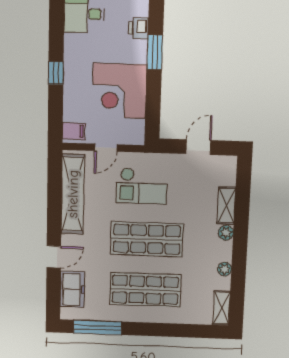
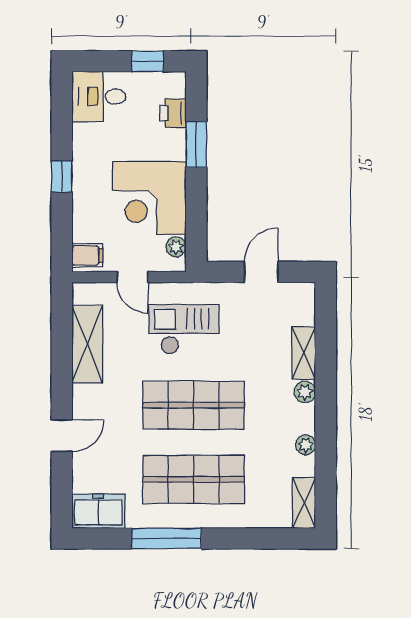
plant: (138, 127) -> (176, 247), added
door: (106, 148) -> (133, 277), hinge flipped
checkout: (142, 186) -> (184, 329), turned 180
shelving: (73, 194) -> (87, 344), width x0.68
freezer: (72, 289) -> (98, 511), moved, turned -90
window: (98, 327) -> (167, 538), moved

